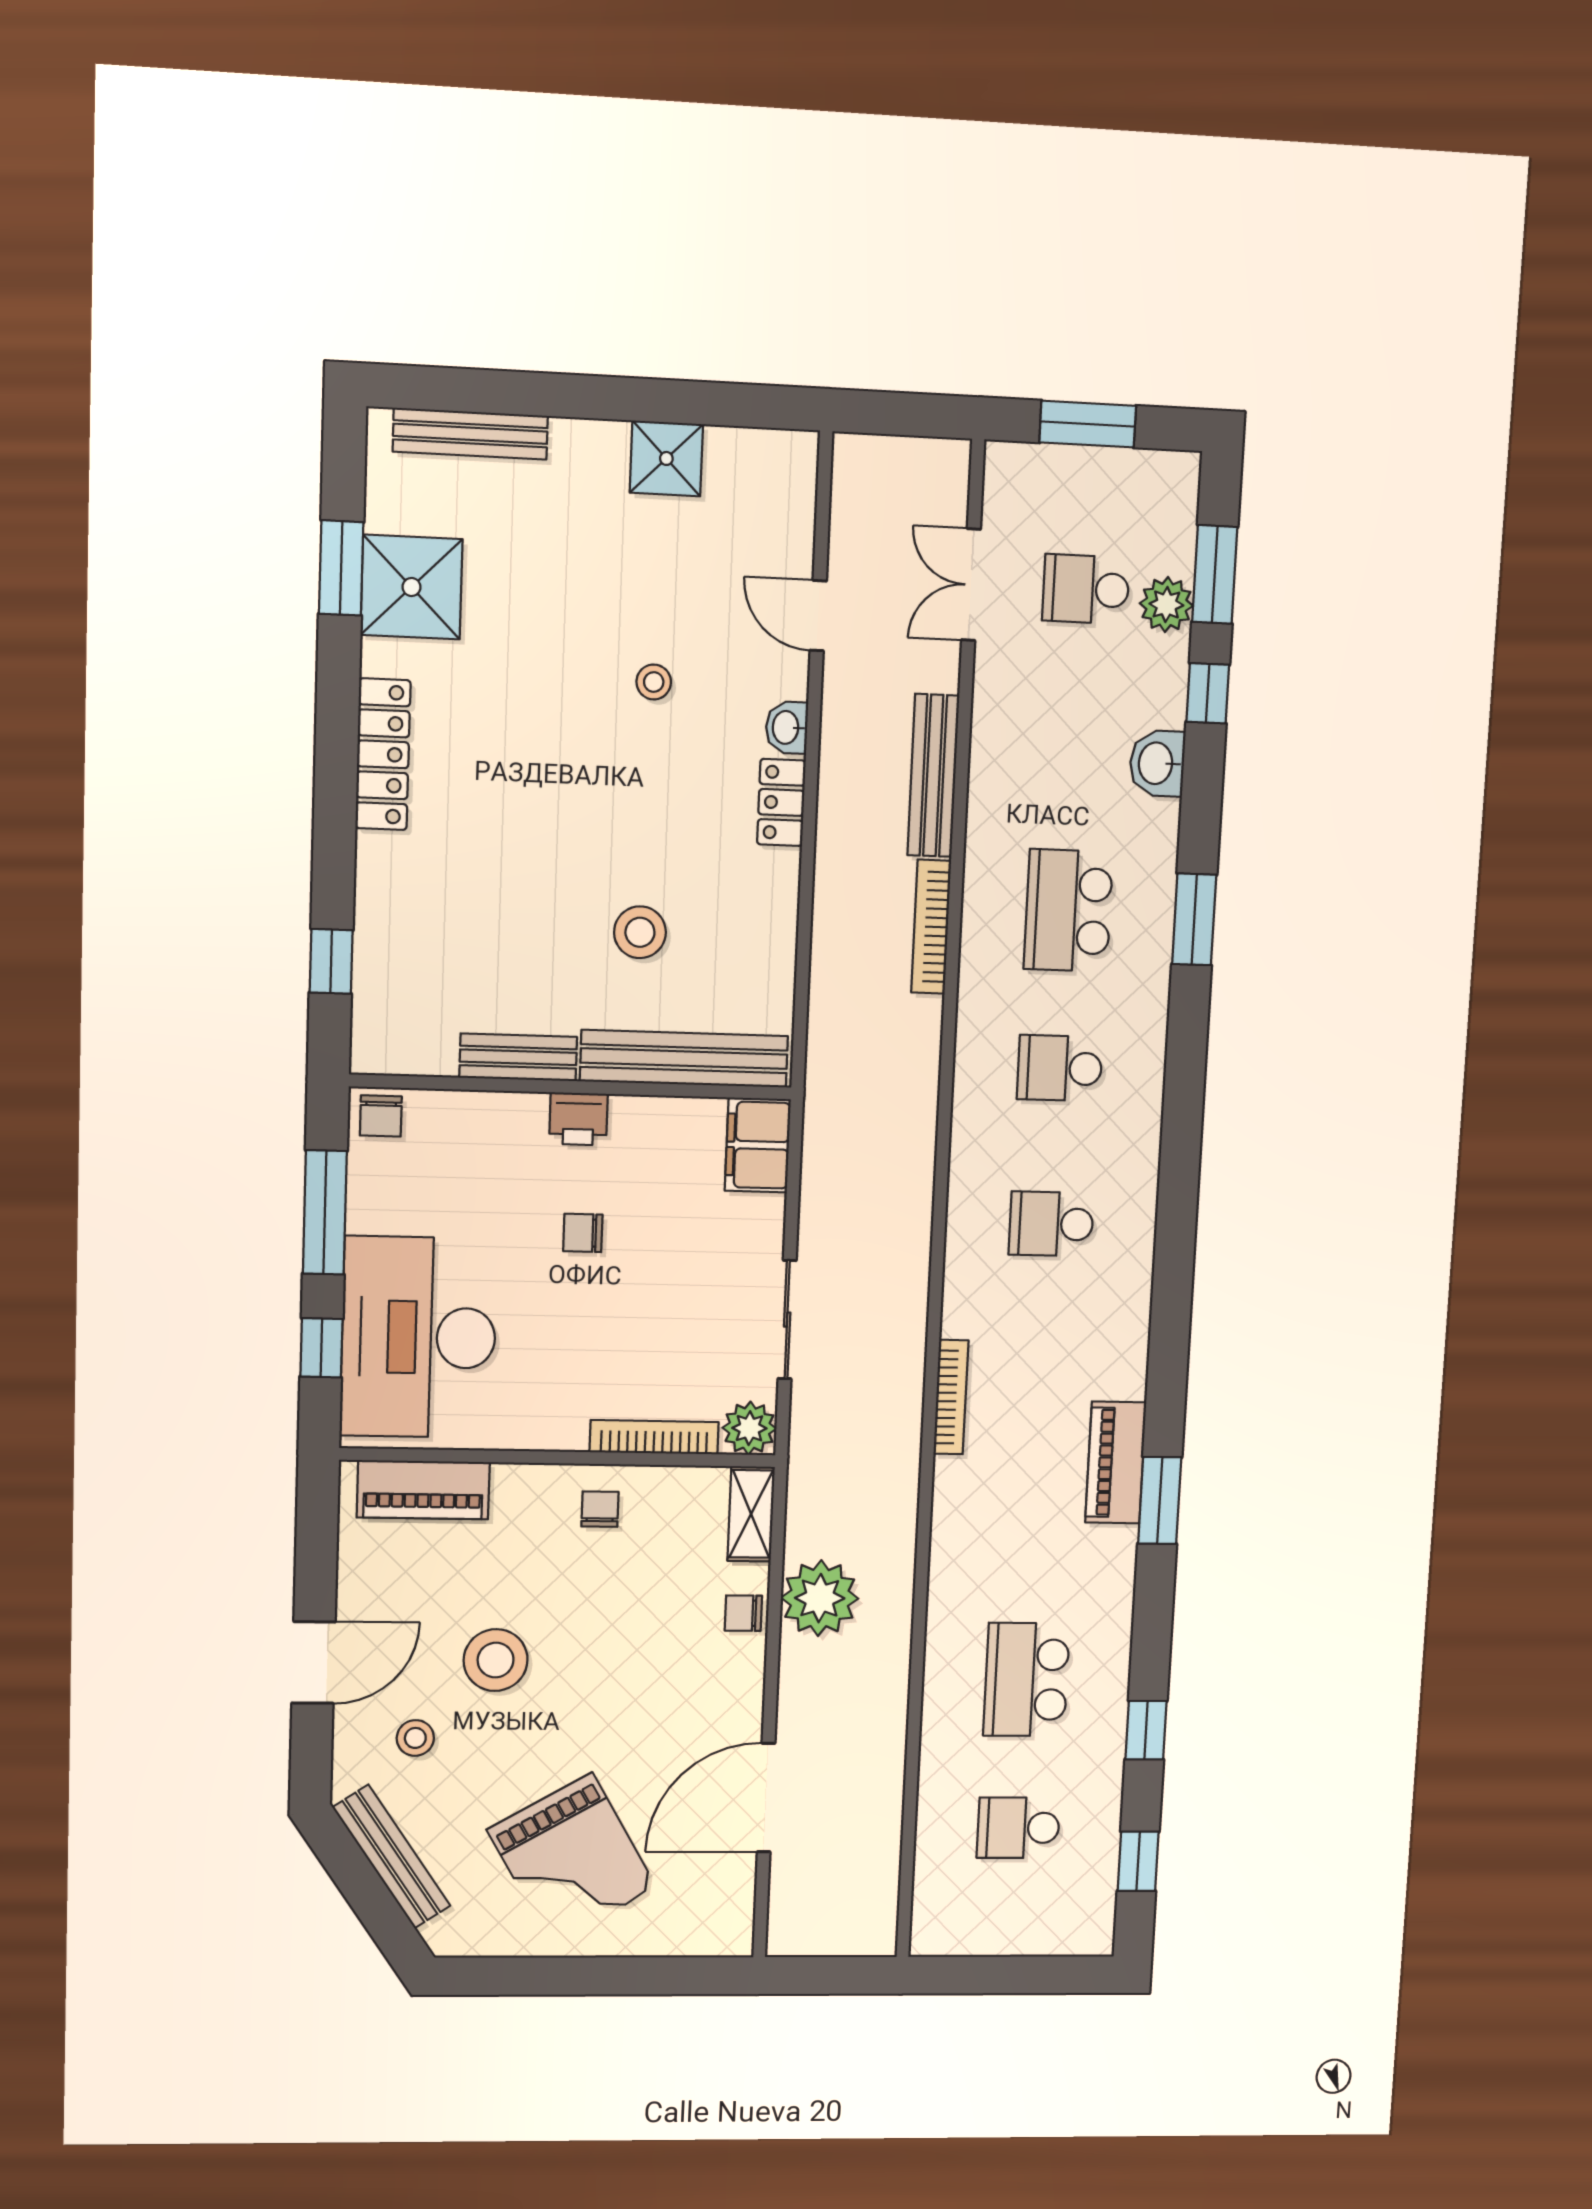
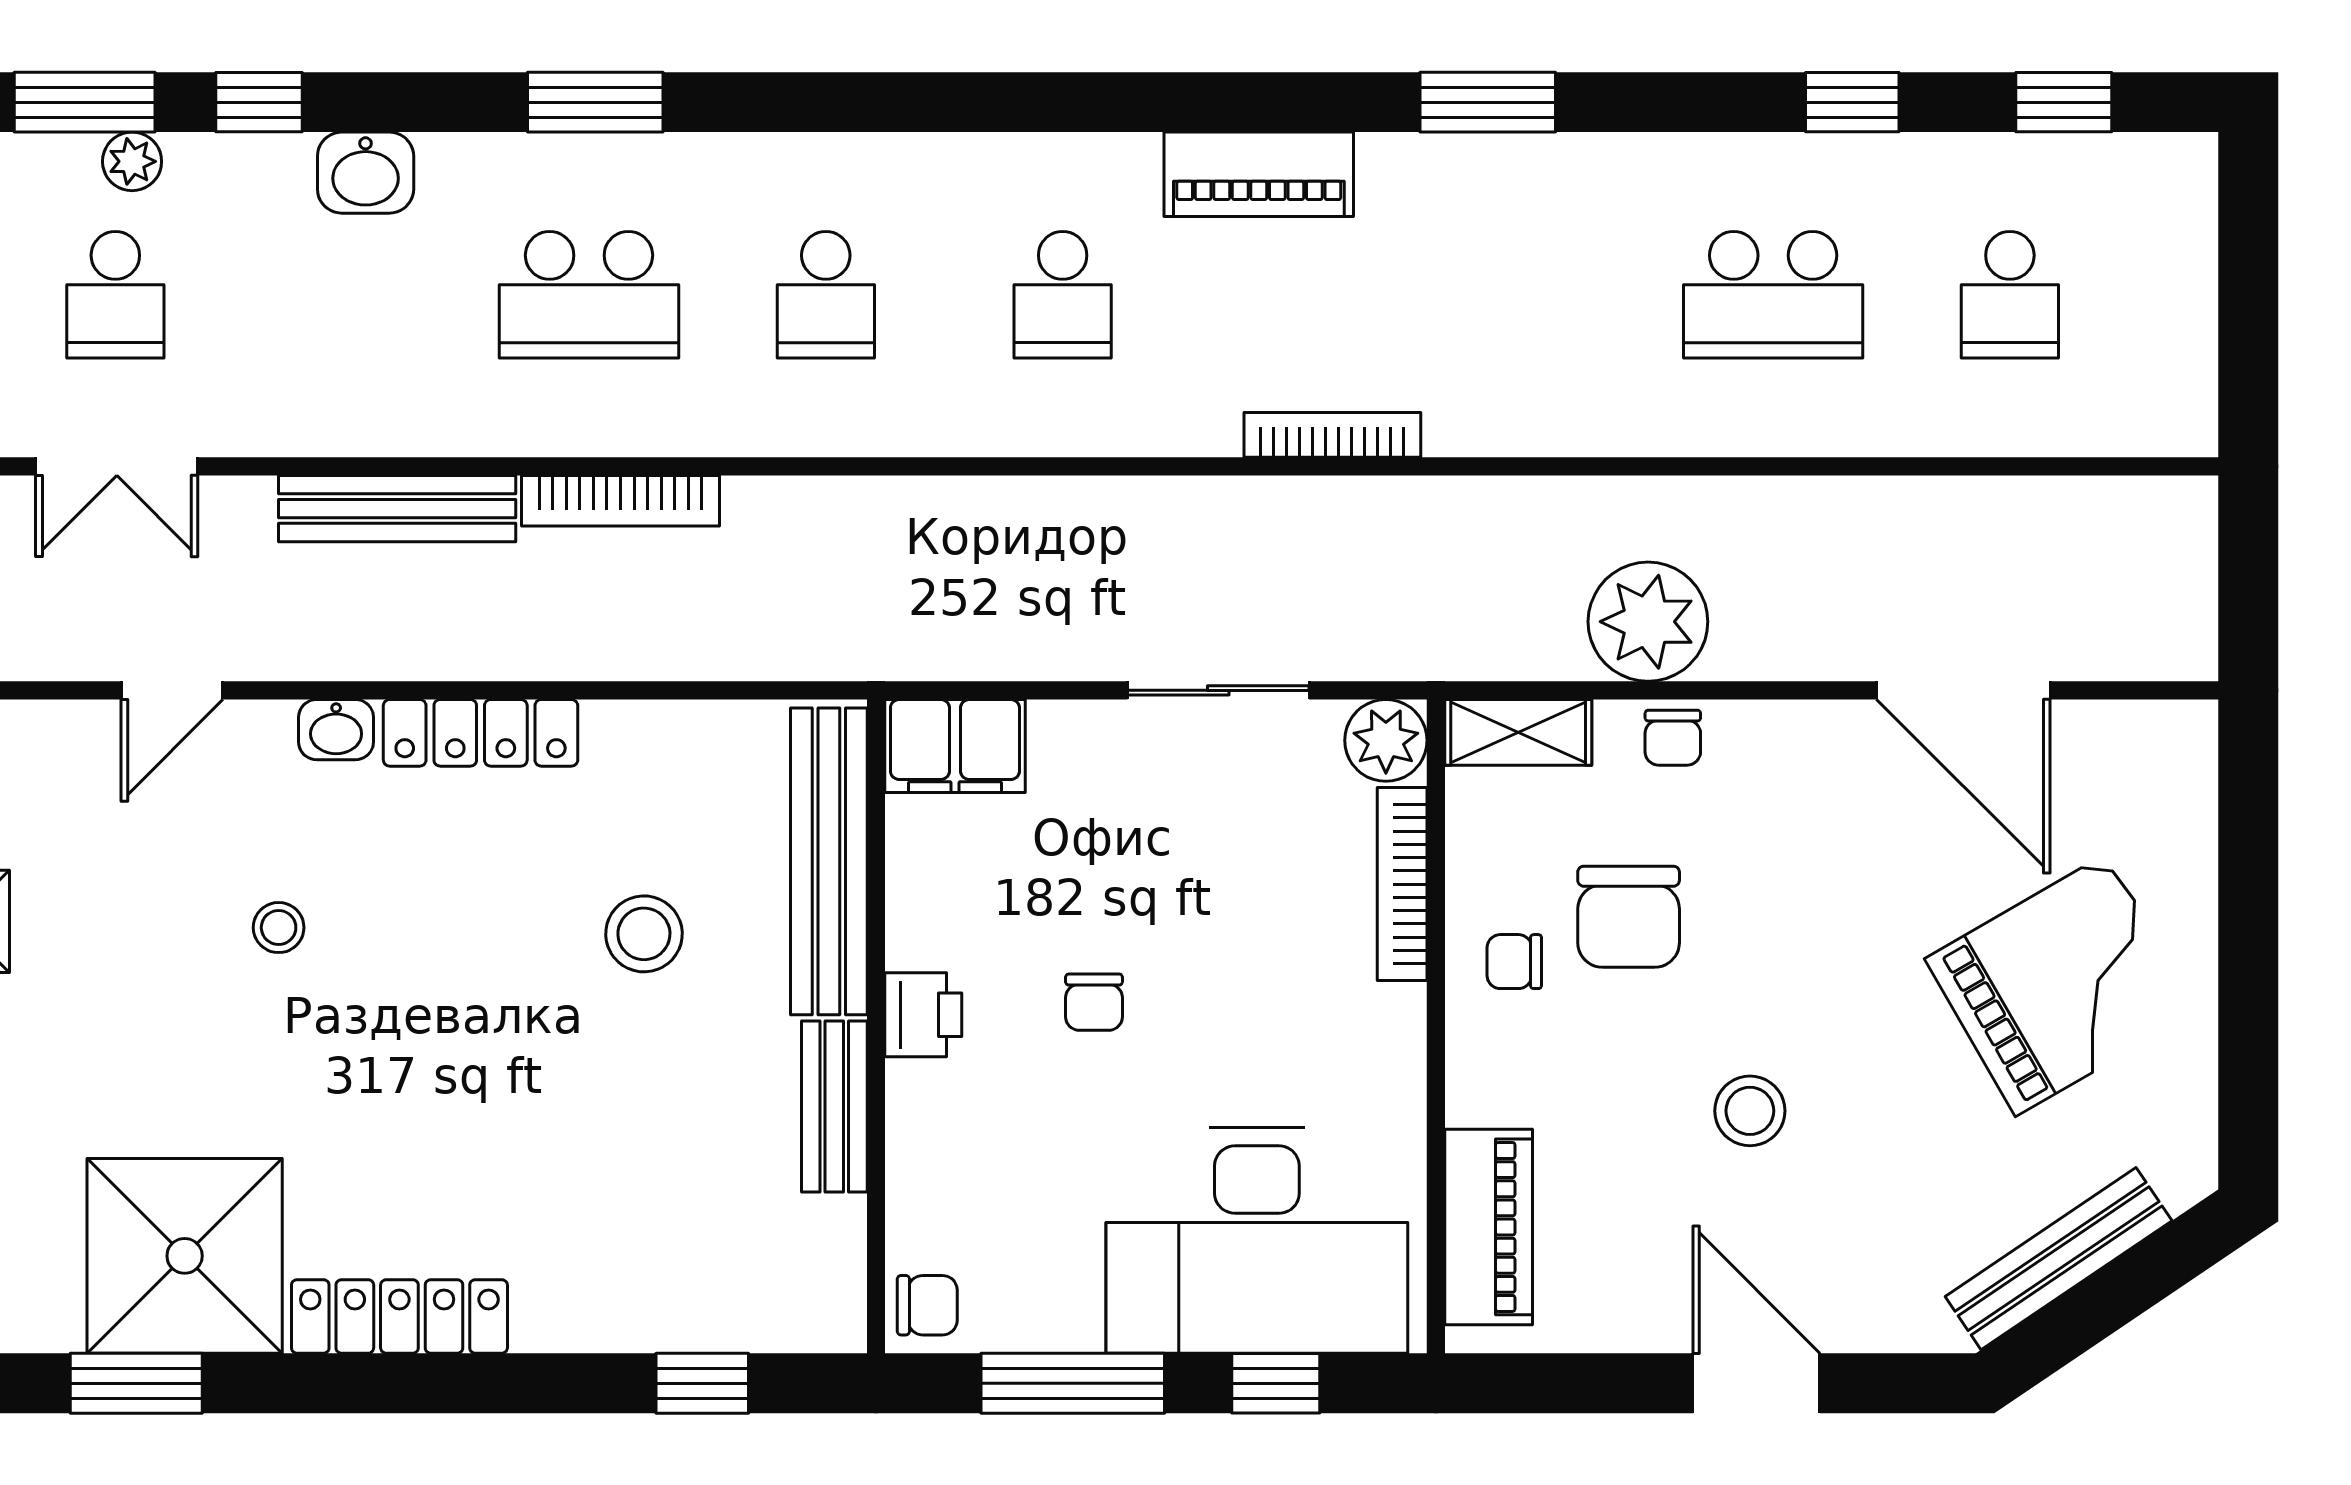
shower: (412, 587) -> (185, 1256), width x1.37, depth x1.37
plant: (1166, 605) -> (132, 161), width x0.73, depth x0.73
locker: (781, 802) -> (481, 733), width x1.53
piano: (1116, 1462) -> (1259, 174), moved
chair: (627, 1583) -> (1629, 917), added
stool: (496, 1660) -> (1750, 1111), width x0.73, depth x0.73
stool: (415, 1738) -> (1872, 1228), removed

